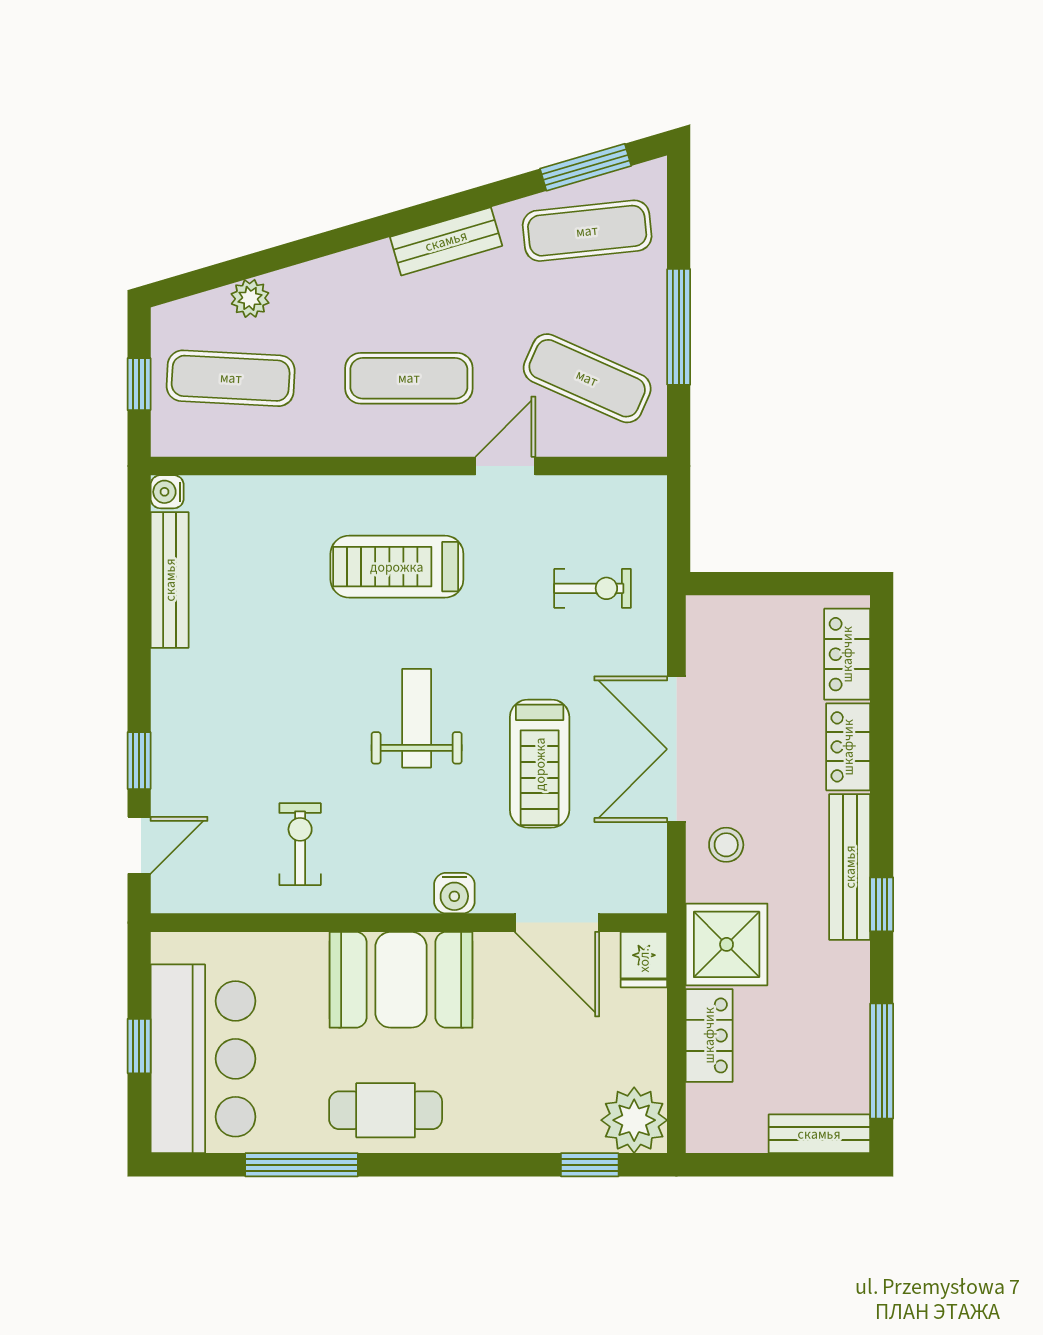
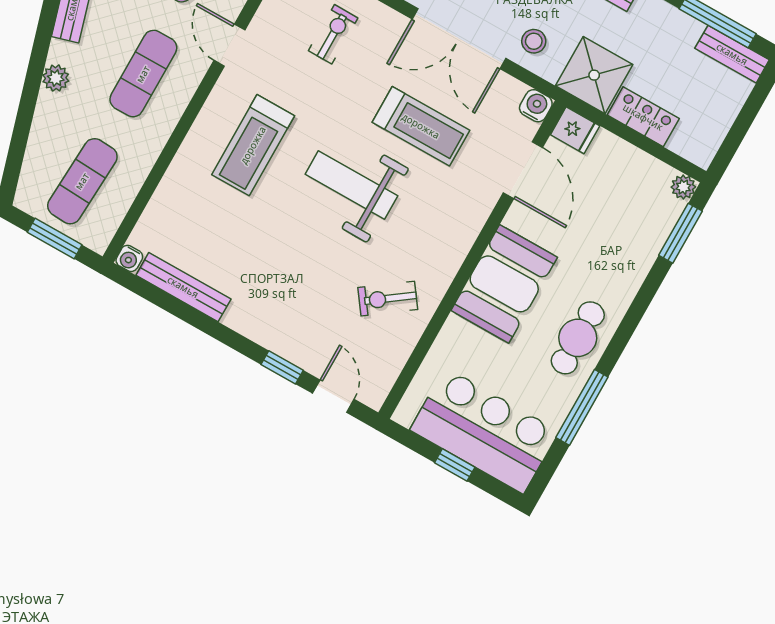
plant: (250, 298) -> (56, 78), moved
window: (139, 384) -> (55, 239), width x1.50
weight bench: (417, 718) -> (351, 185), width x1.36, depth x1.33
exercise bike: (300, 844) -> (388, 299), turned -36
water cooler: (454, 893) -> (536, 106), moved, turned -90
door: (557, 923) -> (523, 170), hinge flipped
plant: (634, 1120) -> (683, 187), width x0.53, depth x0.53
bench: (819, 1134) -> (732, 54), moved, turned 90
window: (590, 1165) -> (680, 233), width x1.50

